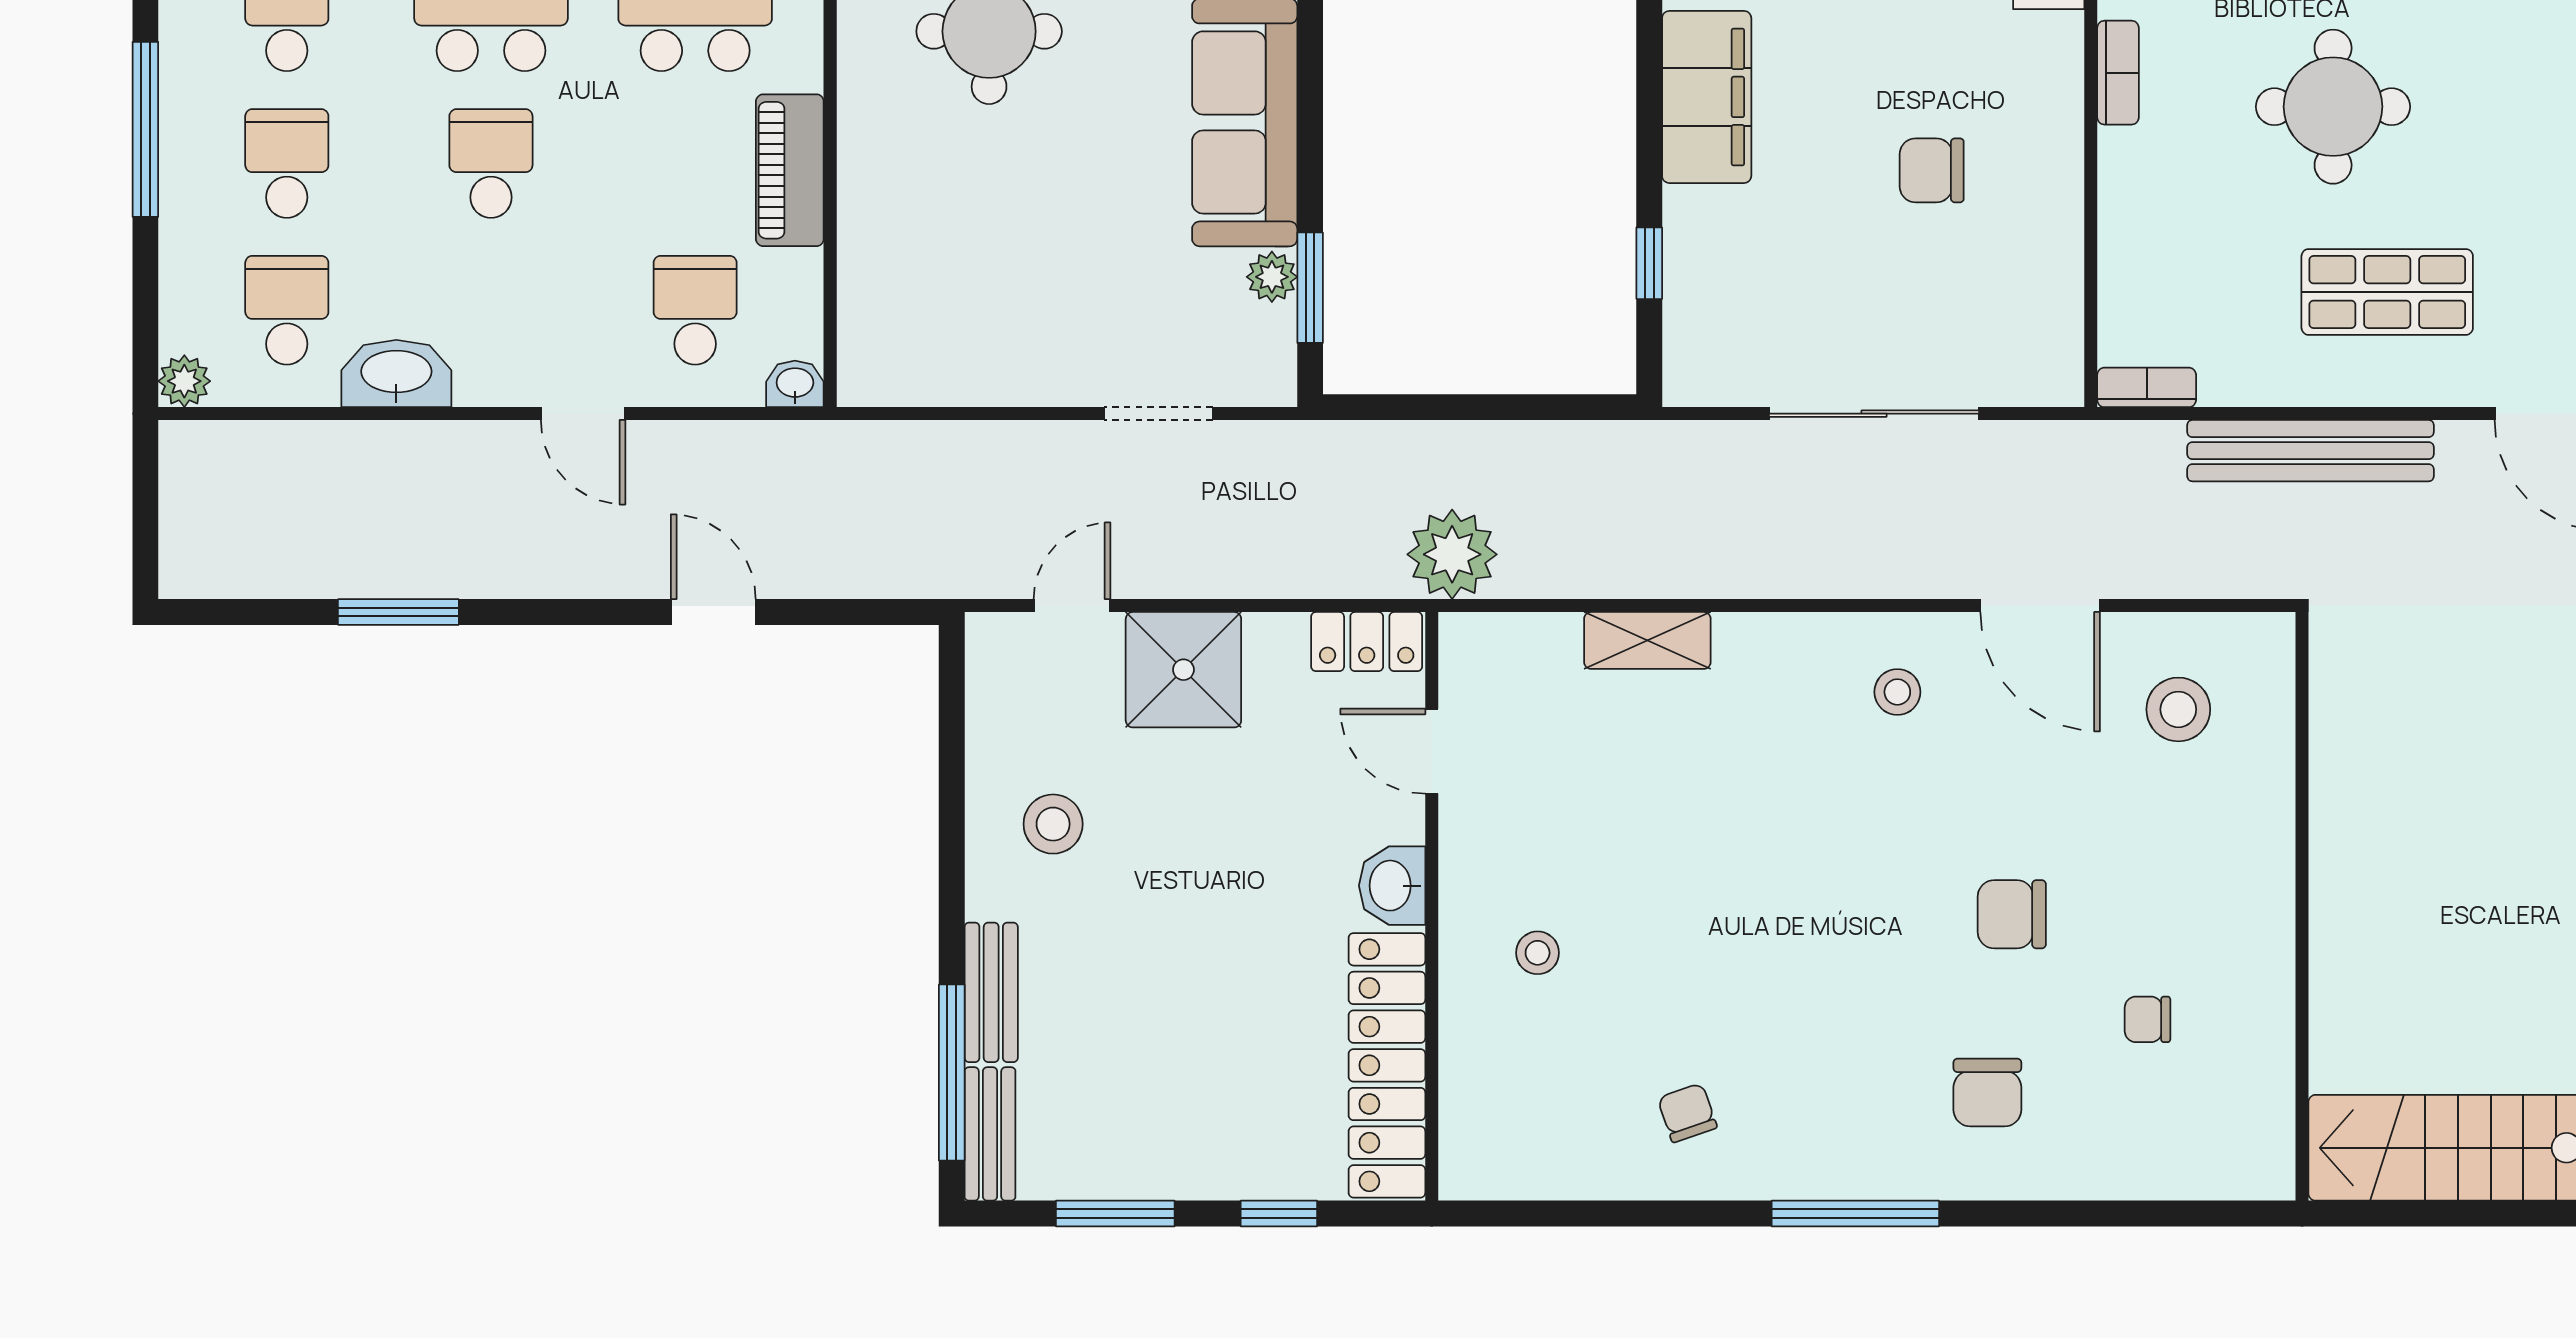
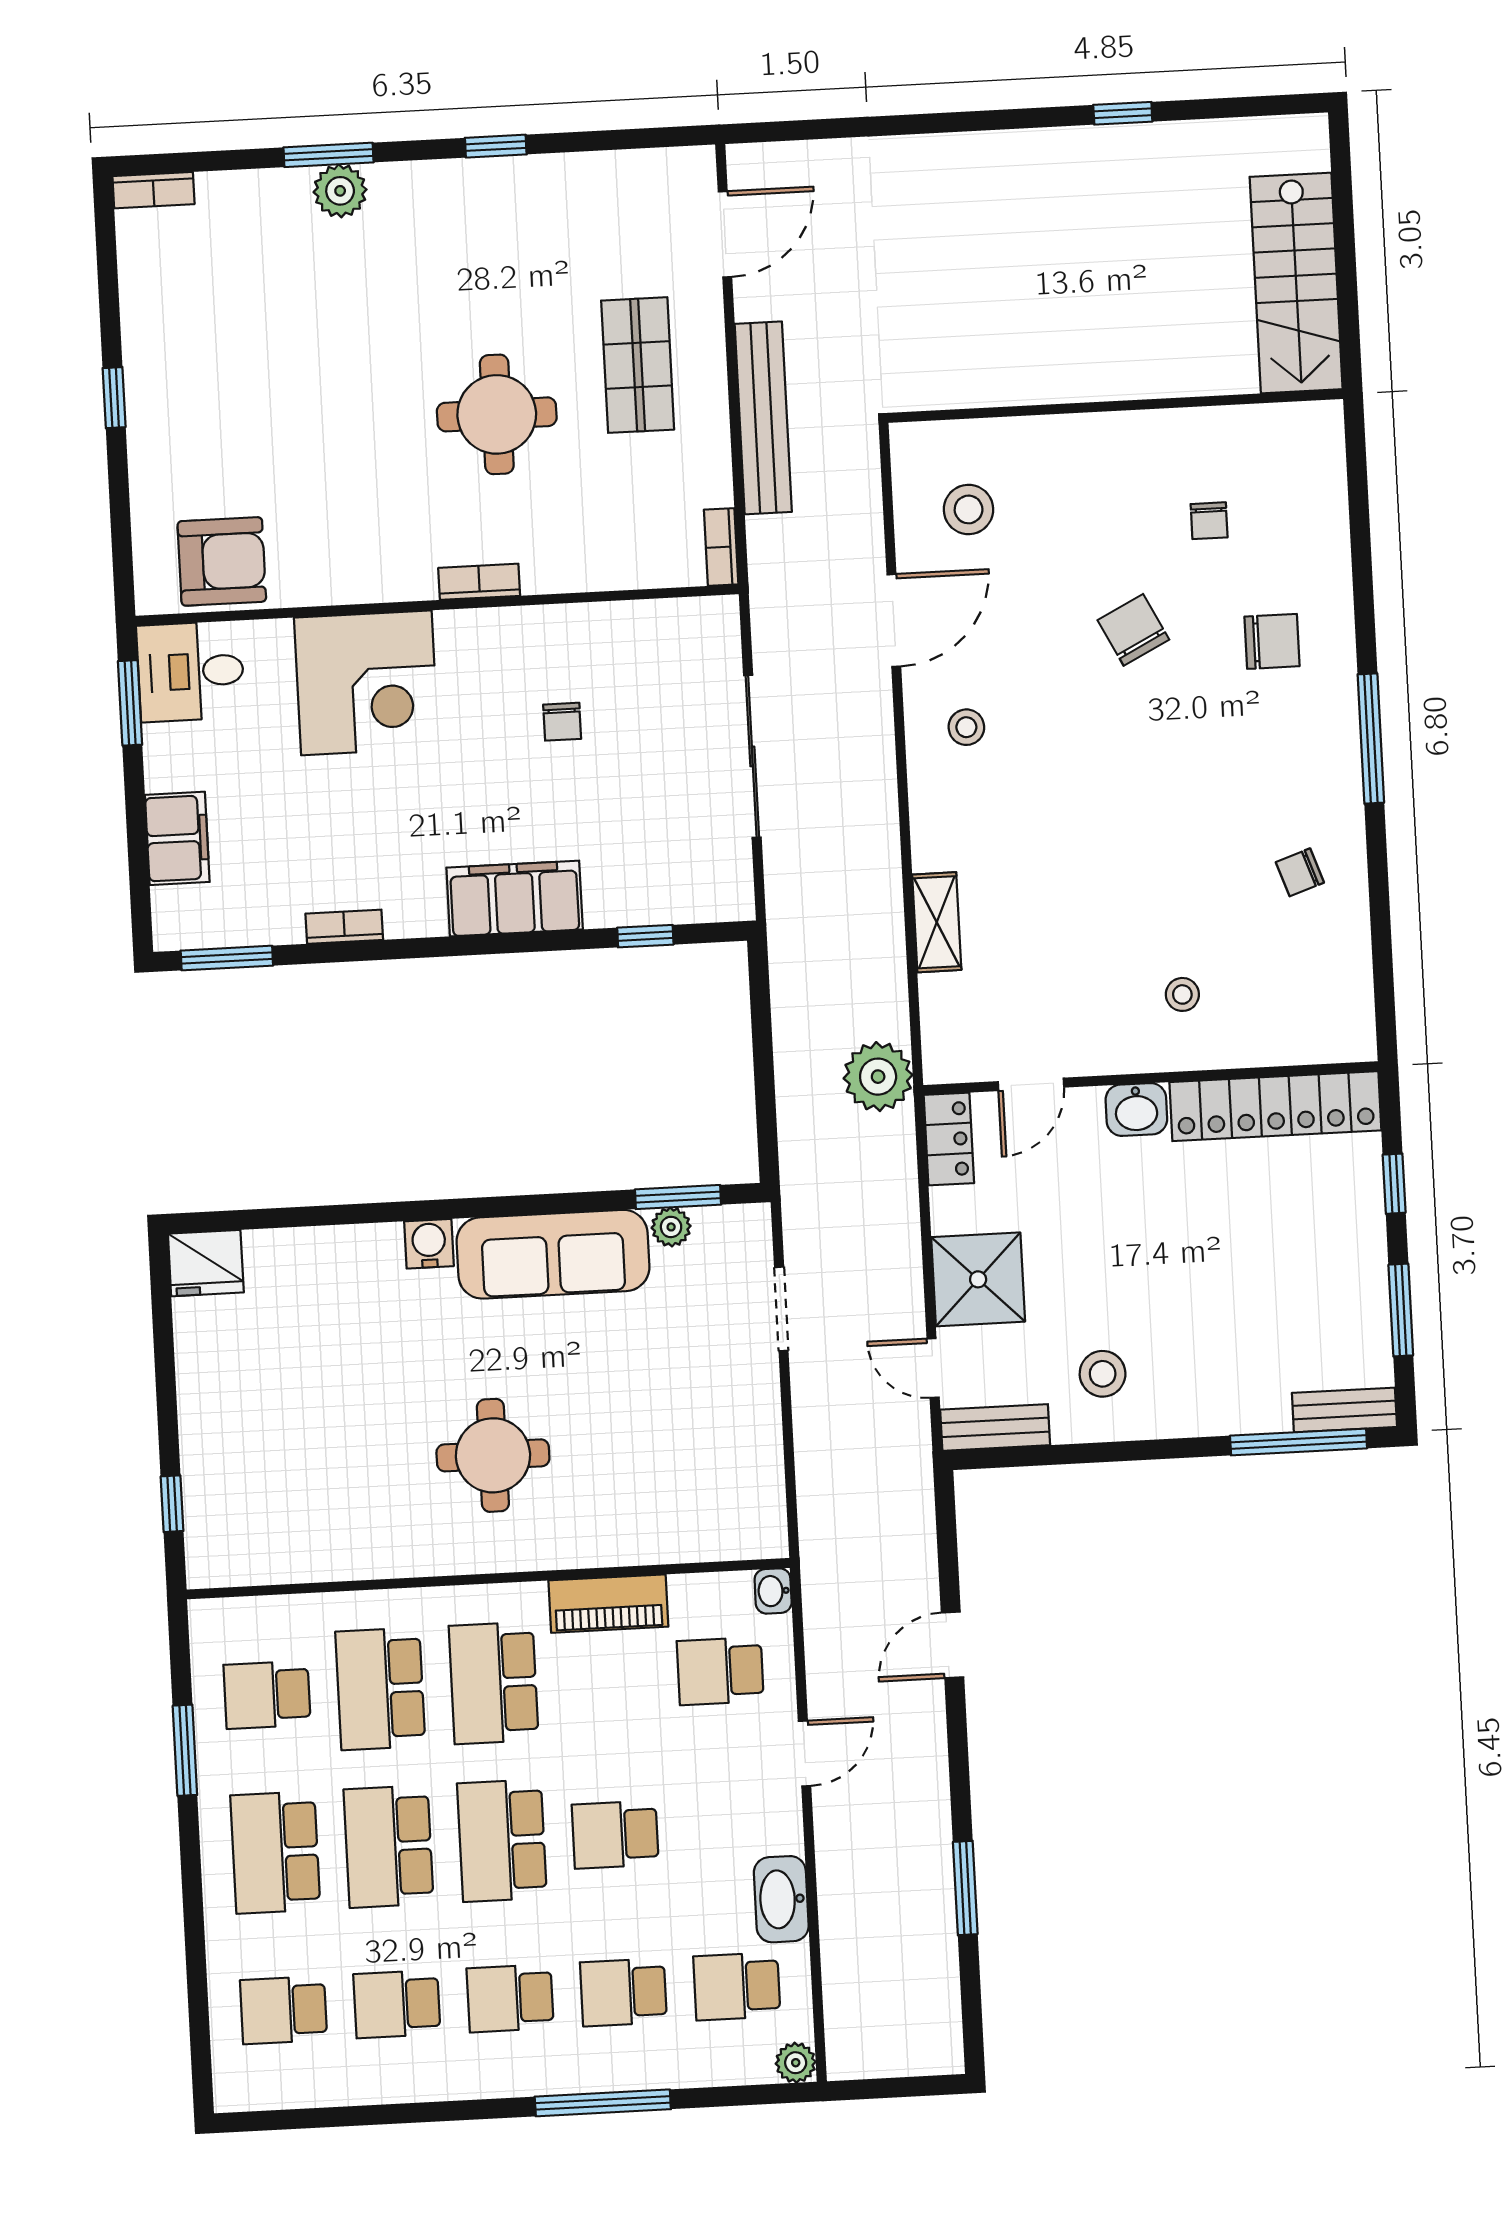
chair: (1932, 170) -> (562, 722), width x0.73, depth x0.73
chair: (2012, 914) -> (1133, 630), turned 153
bench: (991, 992) -> (995, 1427), moved

